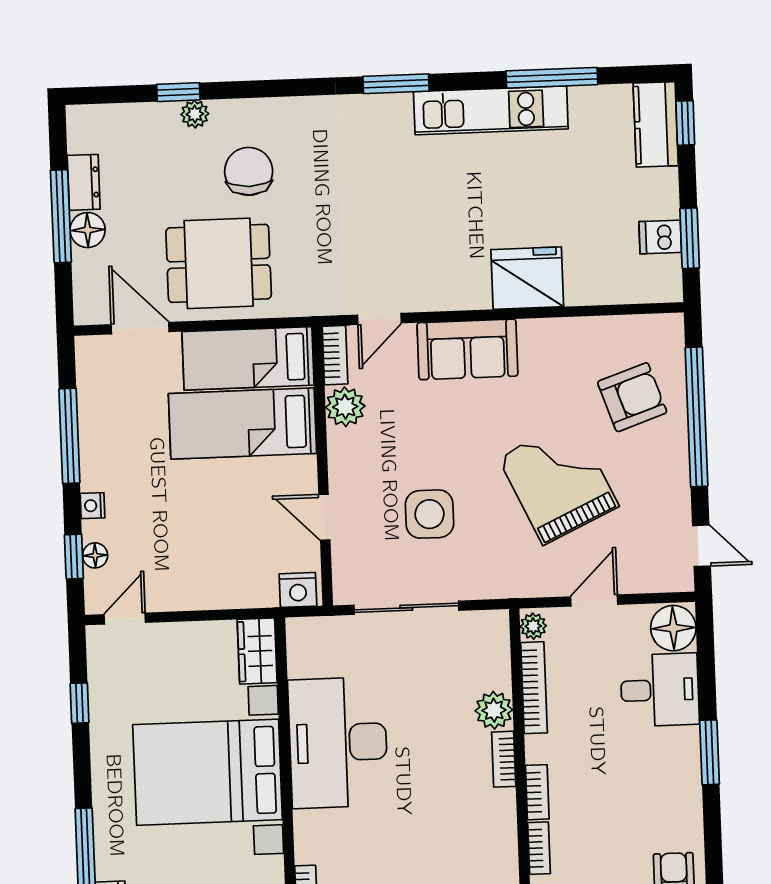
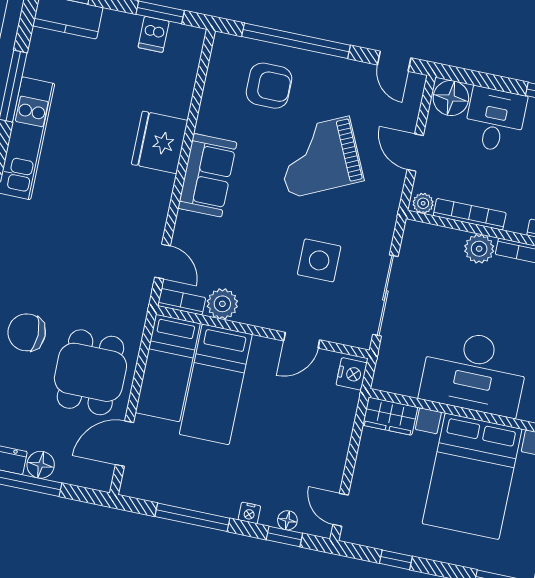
sofa: (467, 349) -> (207, 175), moved
armchair: (632, 397) -> (269, 86), turned 109
door: (701, 546) -> (394, 61), swing flipped

